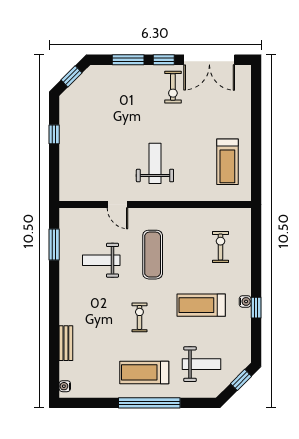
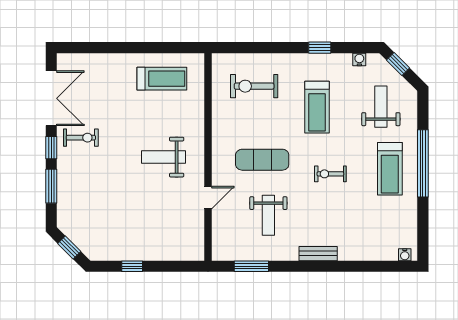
exercise bike: (220, 247) -> (254, 86), width x1.38, depth x1.39
water cooler: (245, 301) -> (359, 59), moved
bench: (66, 343) -> (318, 254), moved

